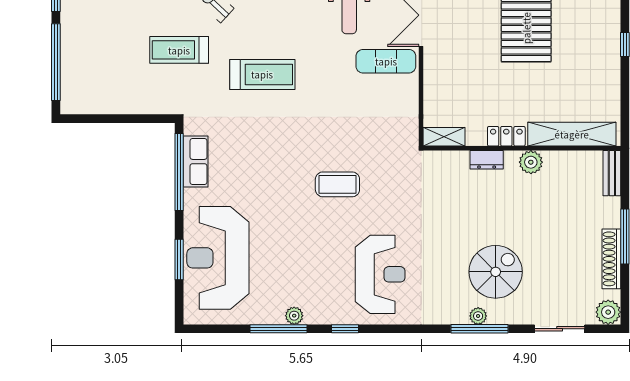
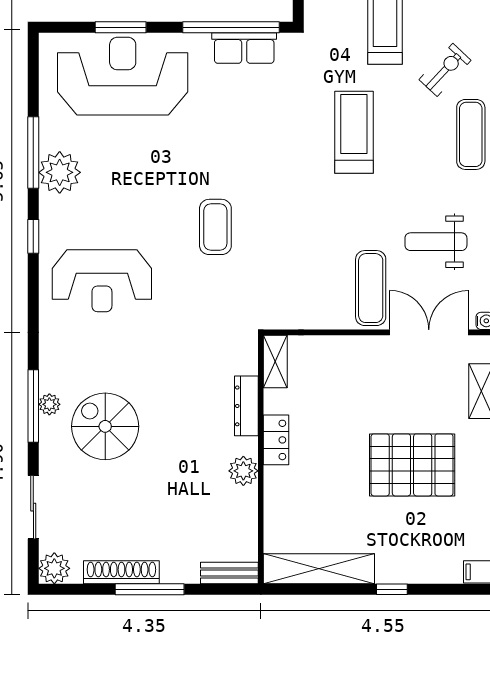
treadmill: (262, 74) -> (354, 132), turned 180
shelving: (572, 134) -> (319, 569), moved, turned 90
dresser: (487, 160) -> (246, 406), width x1.44
spiral stairs: (496, 272) -> (105, 426), turned 180
plant: (294, 316) -> (60, 172), width x1.87, depth x1.87

